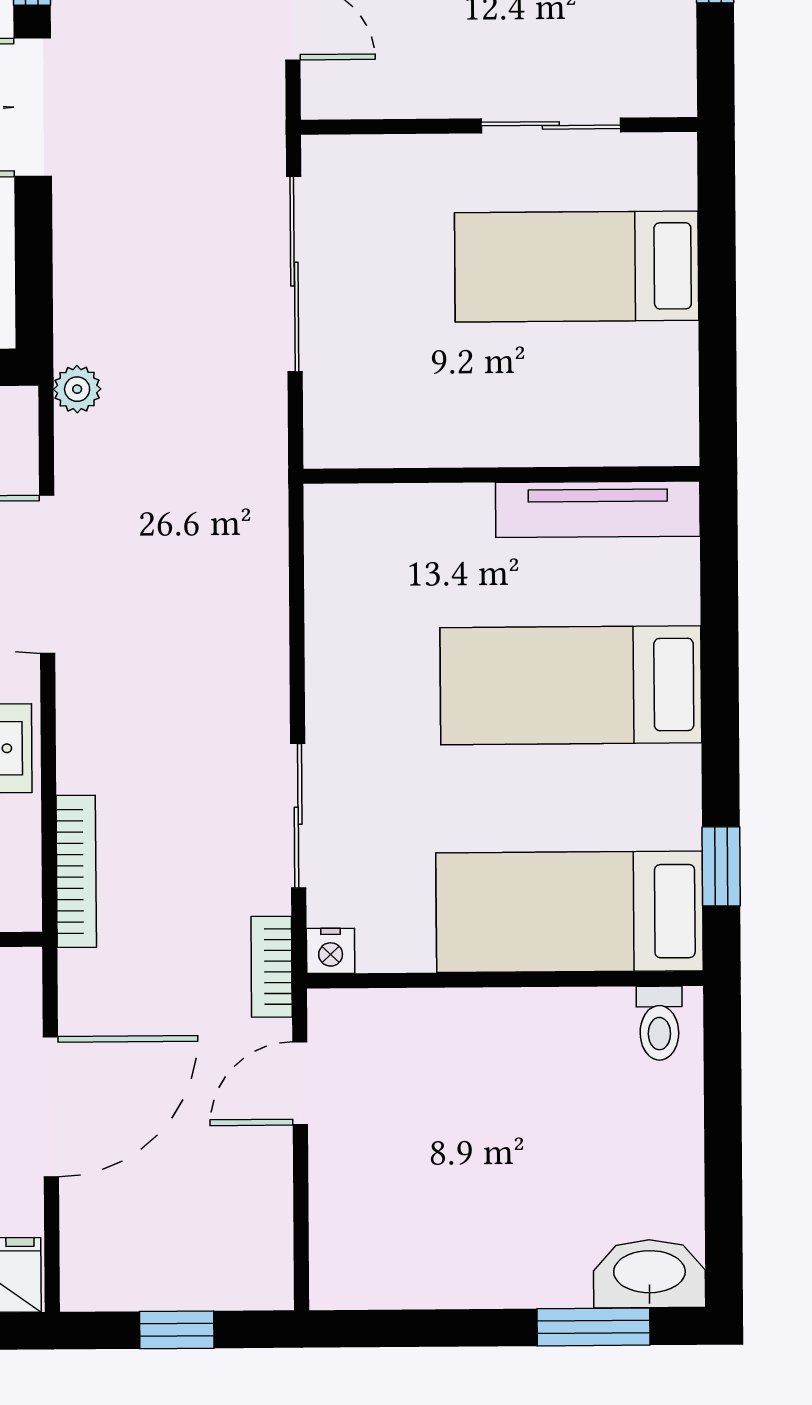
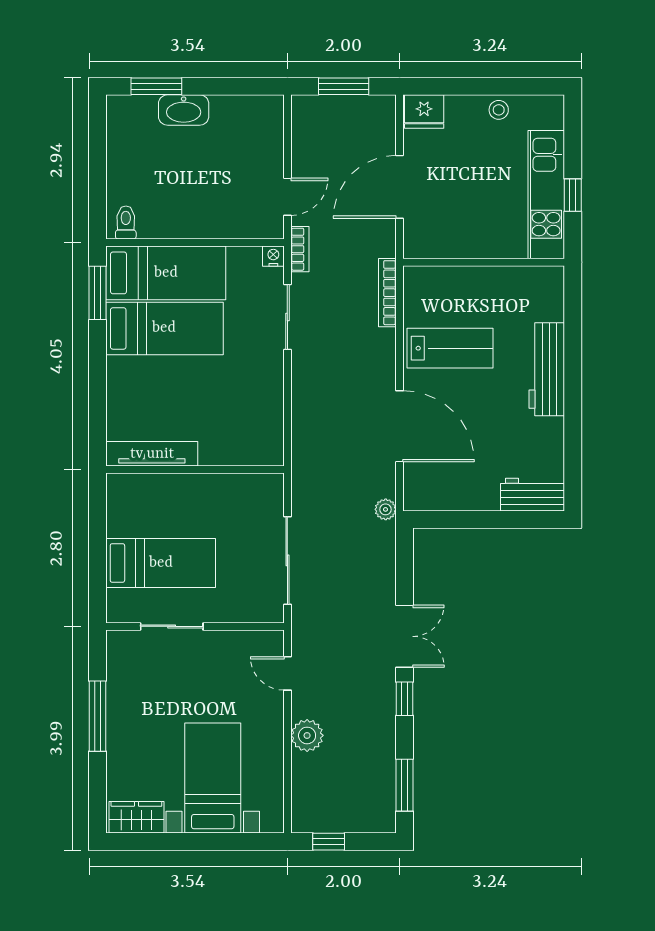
bed: (571, 685) -> (164, 328), moved
window: (721, 866) -> (98, 293), width x1.50
washbasin: (649, 1274) -> (184, 110), moved
window: (177, 1330) -> (344, 86), width x1.50

